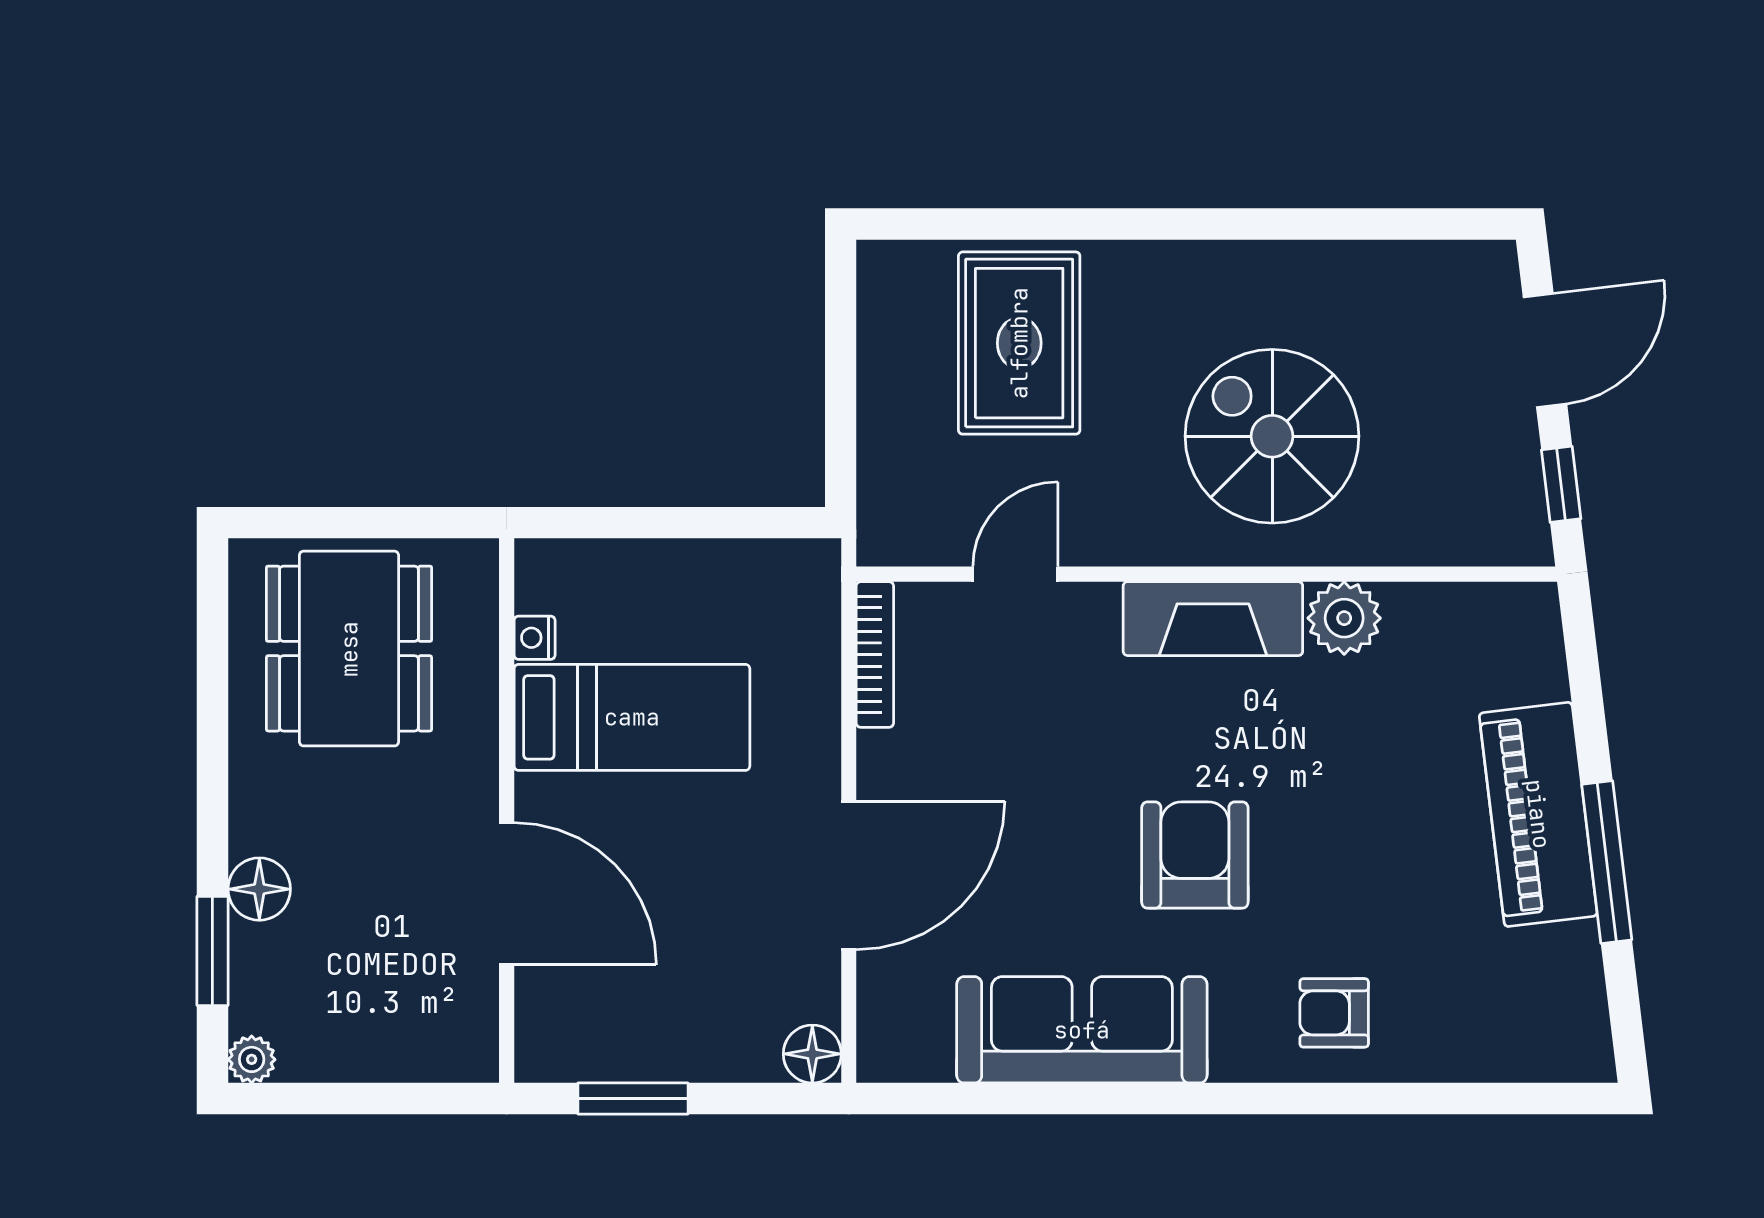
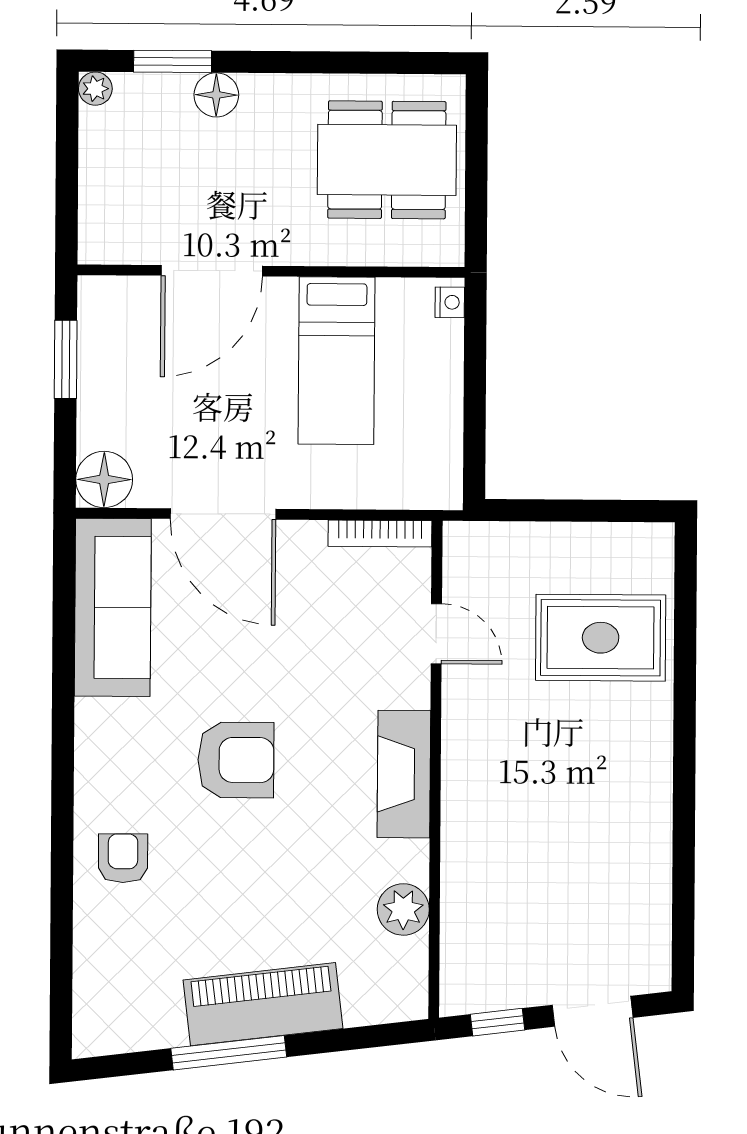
spiral stairs: (1272, 436) -> (533, 817), removed
plant: (1344, 618) -> (403, 909), moved
nightstand: (535, 638) -> (450, 302), moved, turned 90
sofa: (1082, 1030) -> (113, 607), moved
floor lamp: (812, 1054) -> (104, 479), width x1.38, depth x1.38

